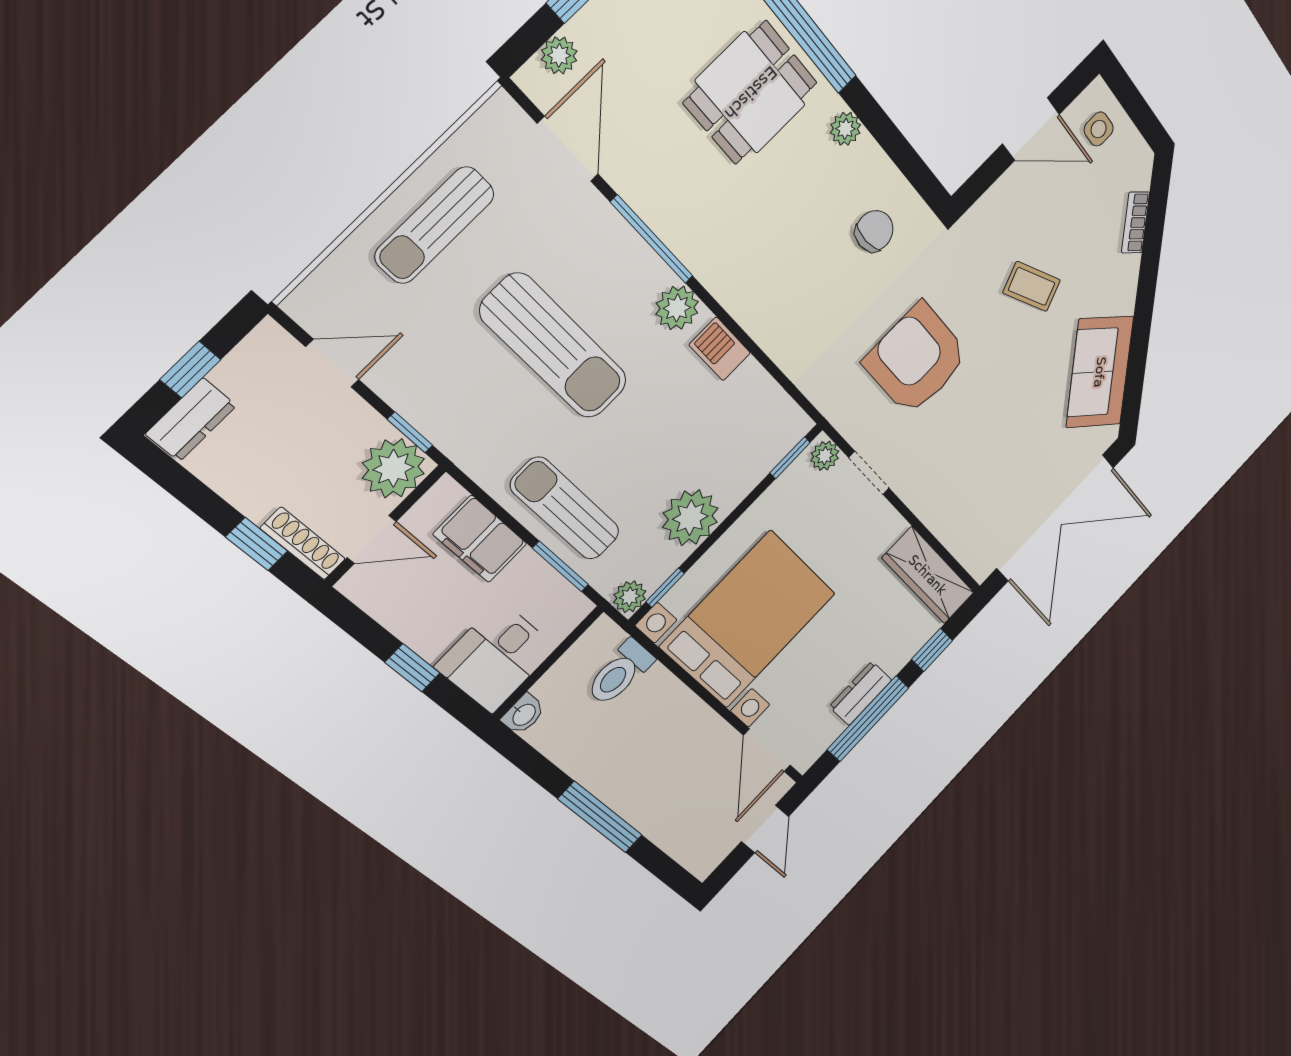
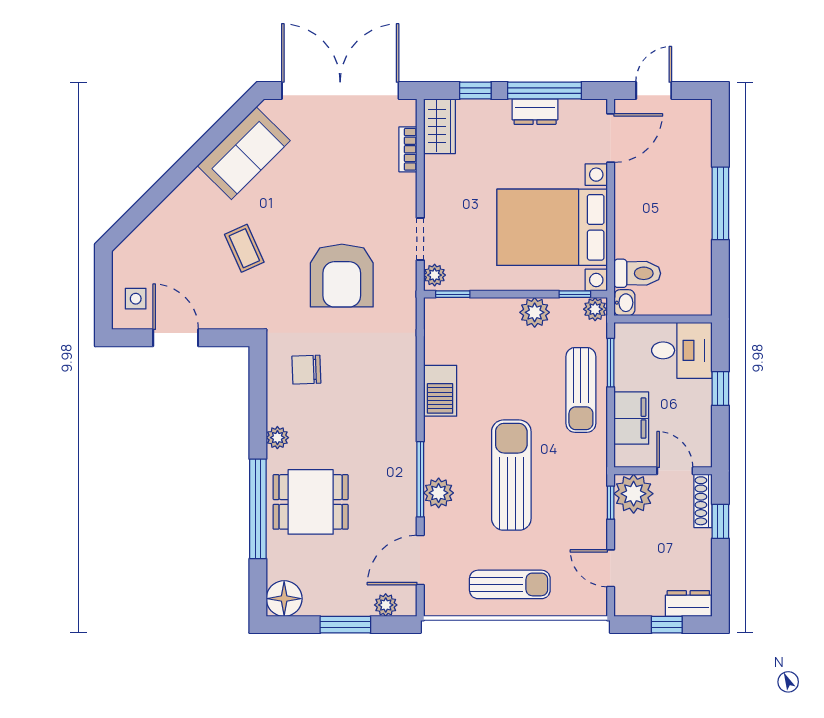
bookcase: (1135, 223) -> (408, 149), moved, turned 135
plant: (677, 308) -> (439, 493), moved
barbecue: (720, 349) -> (440, 391), width x1.38, depth x1.27
plant: (690, 518) -> (535, 312), width x0.73, depth x0.73
wardrobe: (928, 575) -> (439, 126), width x0.67
washbasin: (523, 714) -> (624, 303), moved, turned 90

